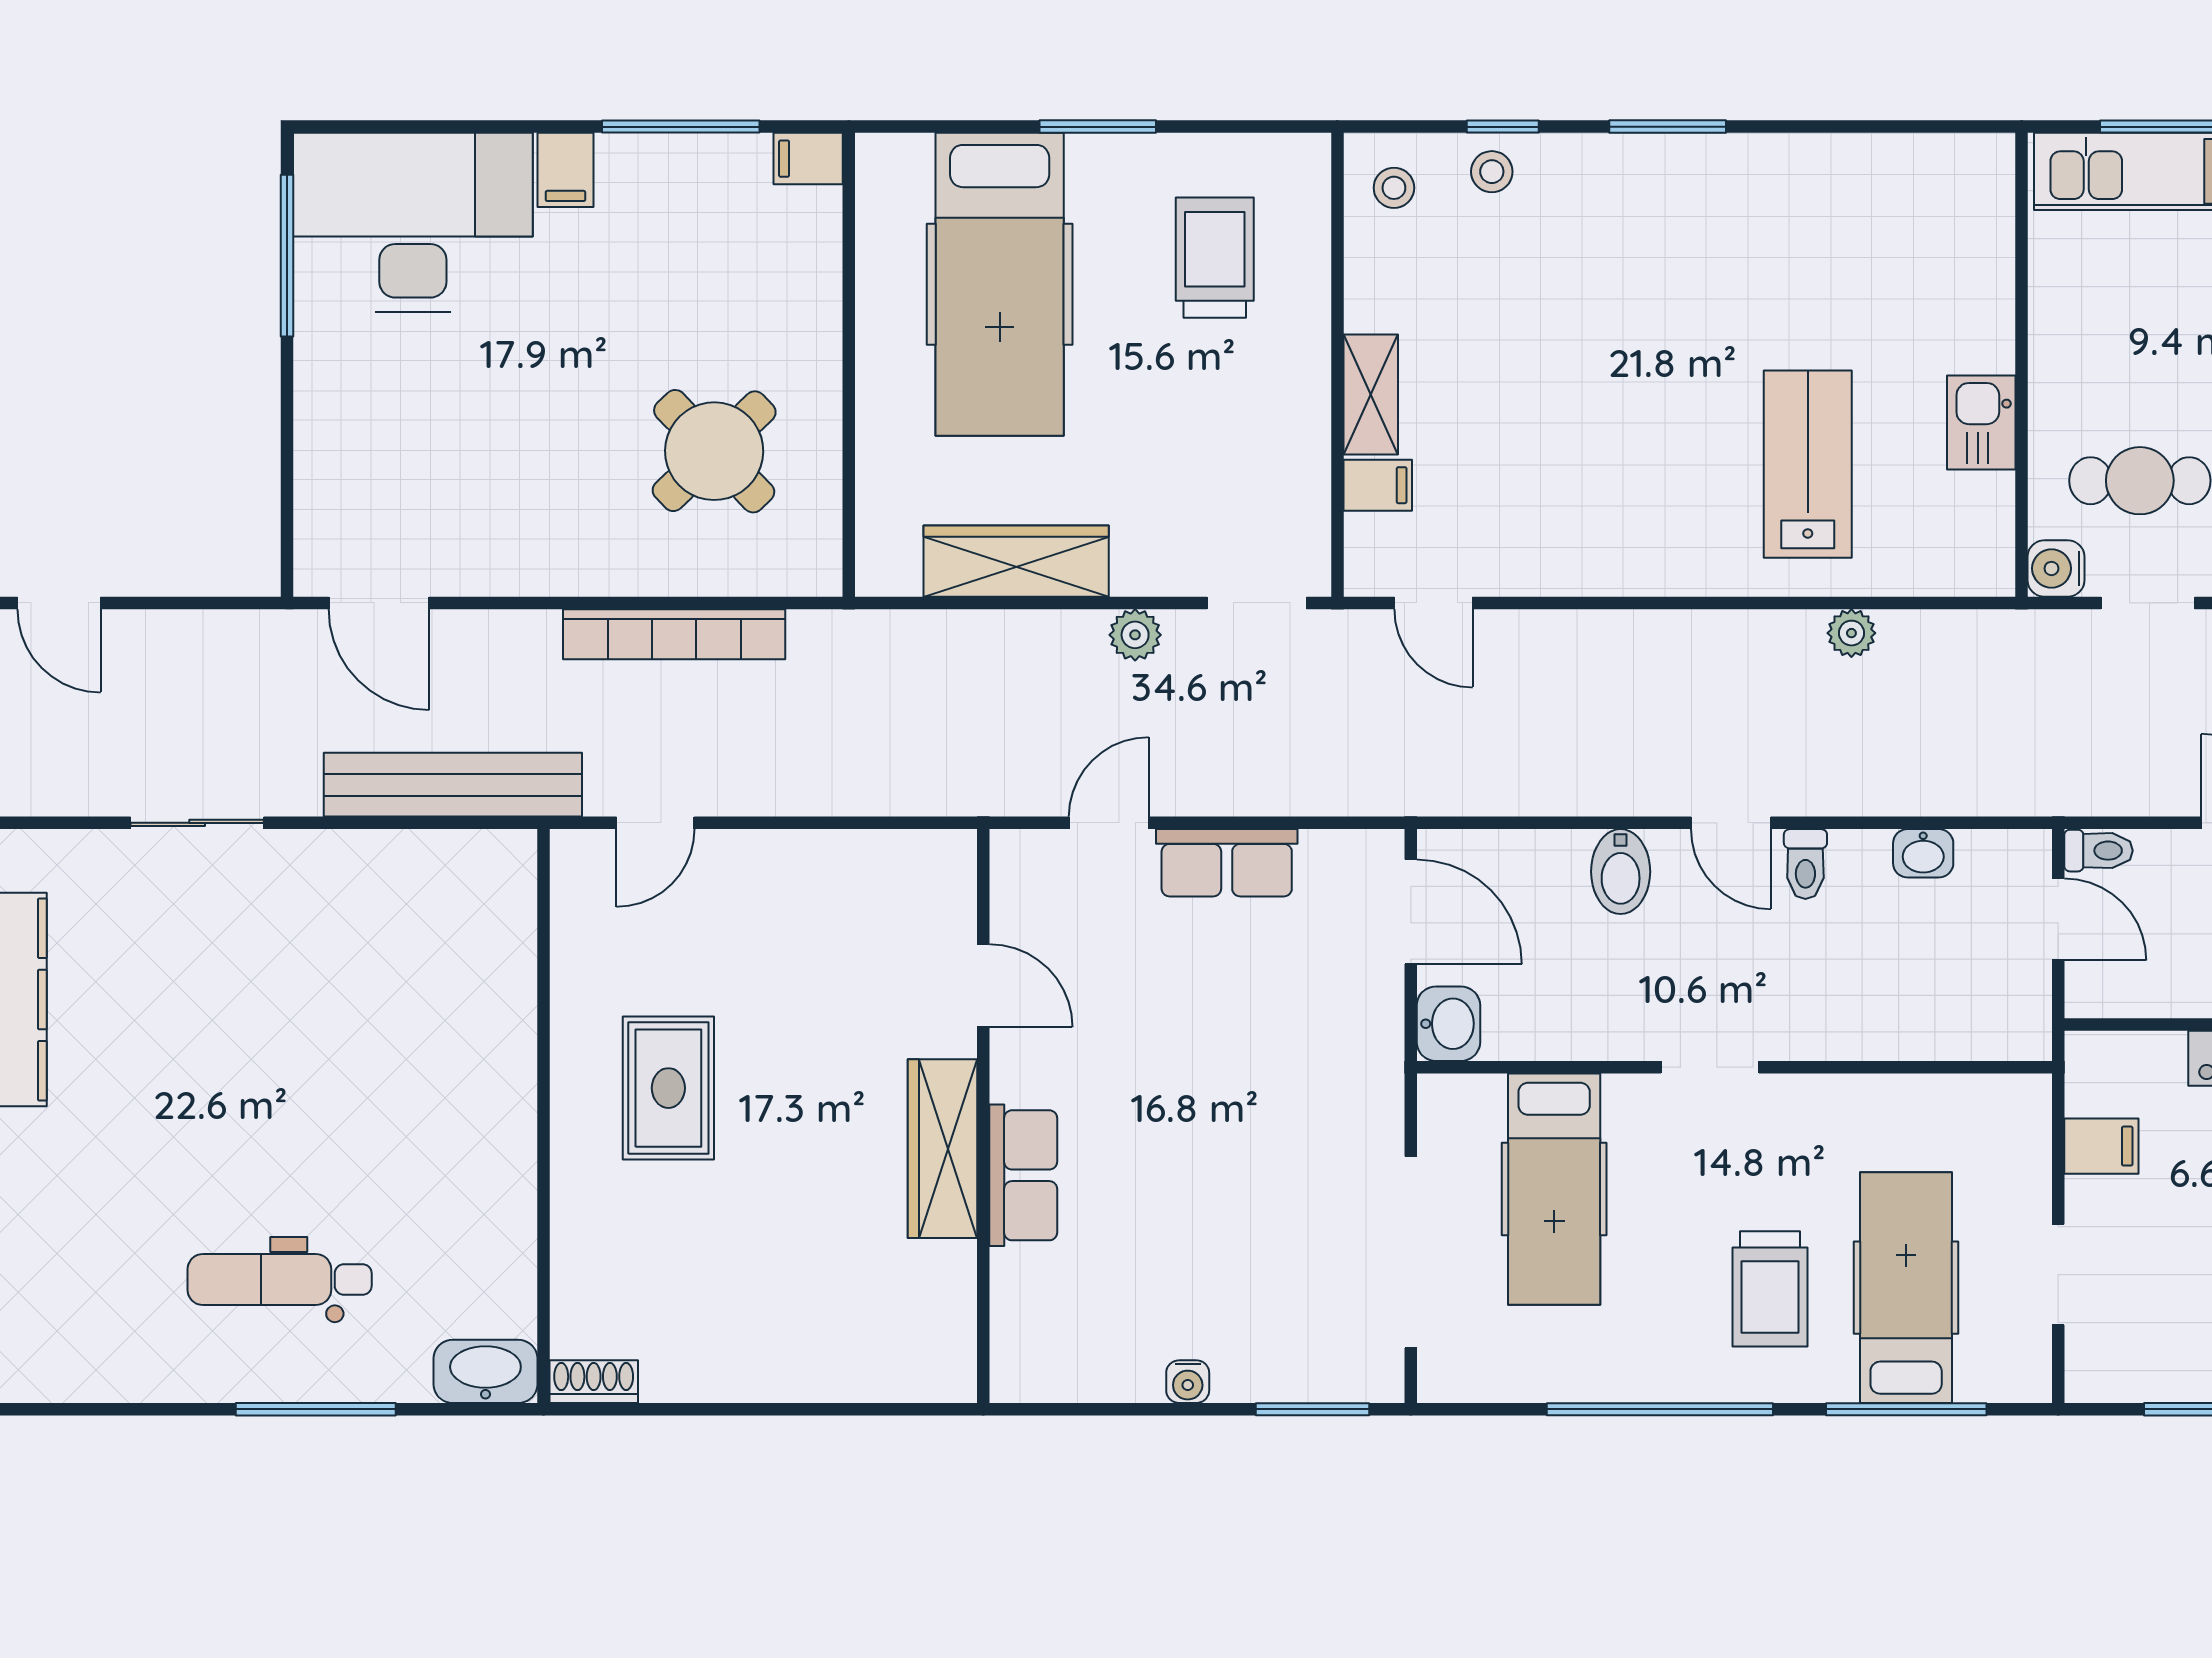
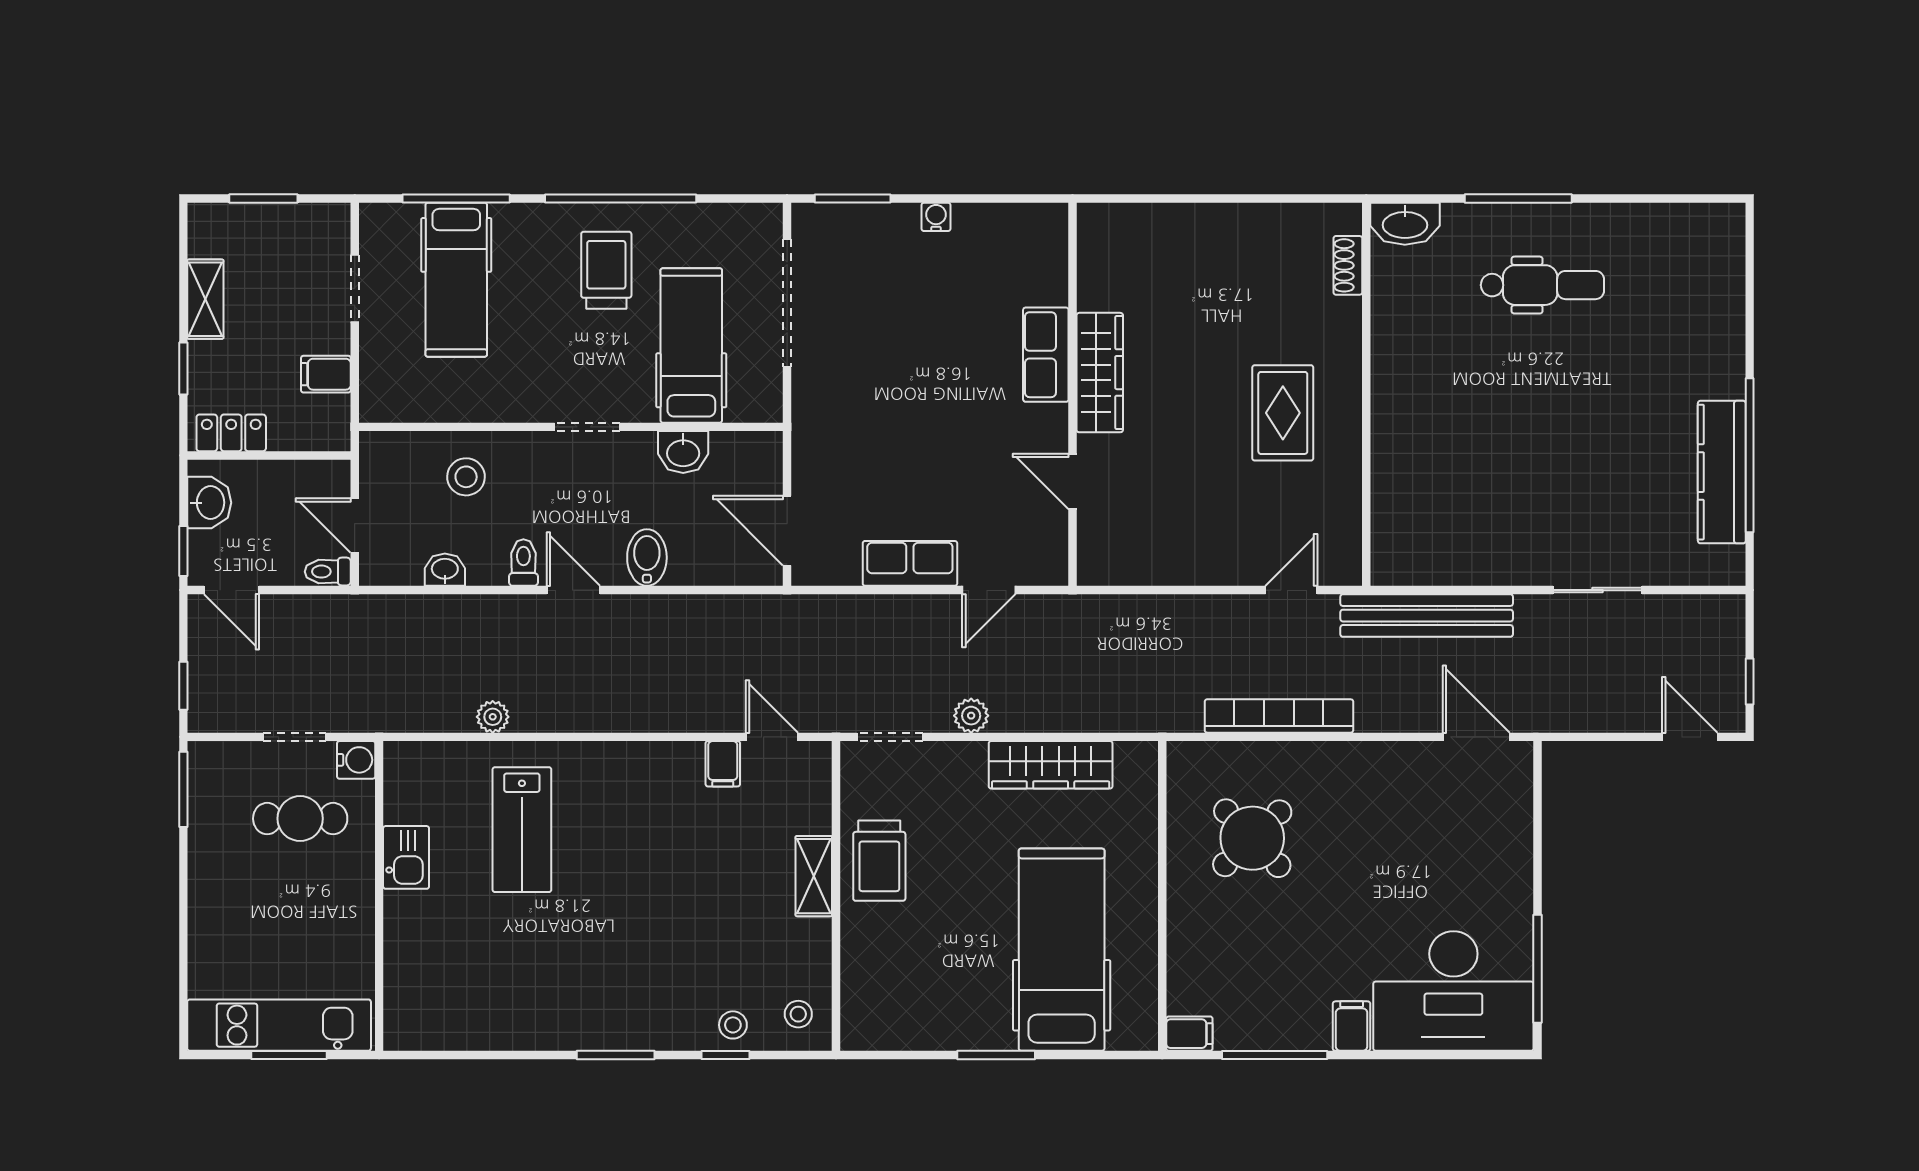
trolley: (1215, 258) -> (879, 861), moved
filing cabinet: (1378, 485) -> (723, 764), moved, turned -90
stool: (1891, 992) -> (466, 477), added
washbasin: (1448, 1024) -> (683, 452), moved, turned -90
trolley: (1770, 1289) -> (606, 270), moved
shoe rack: (594, 1382) -> (1348, 265), moved, turned 90

